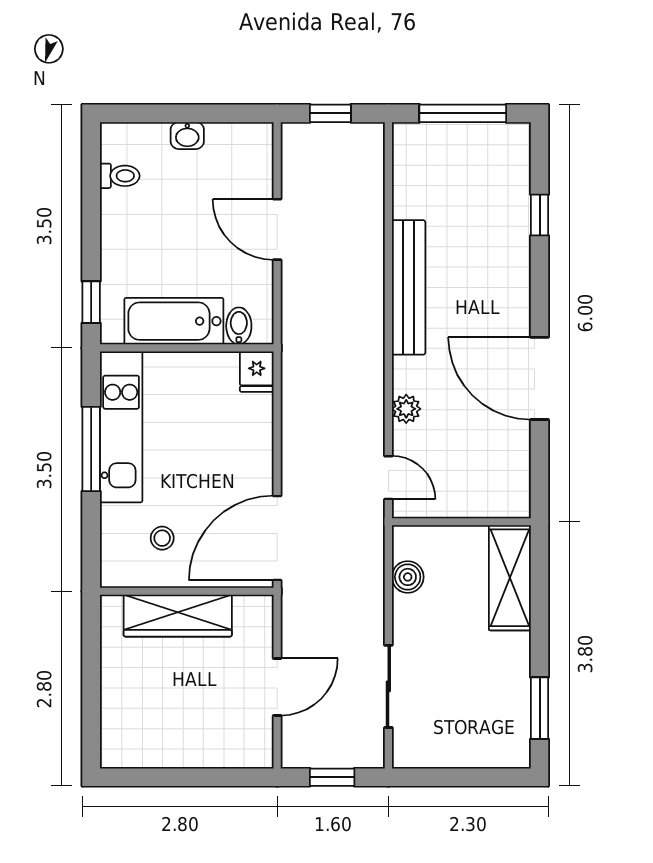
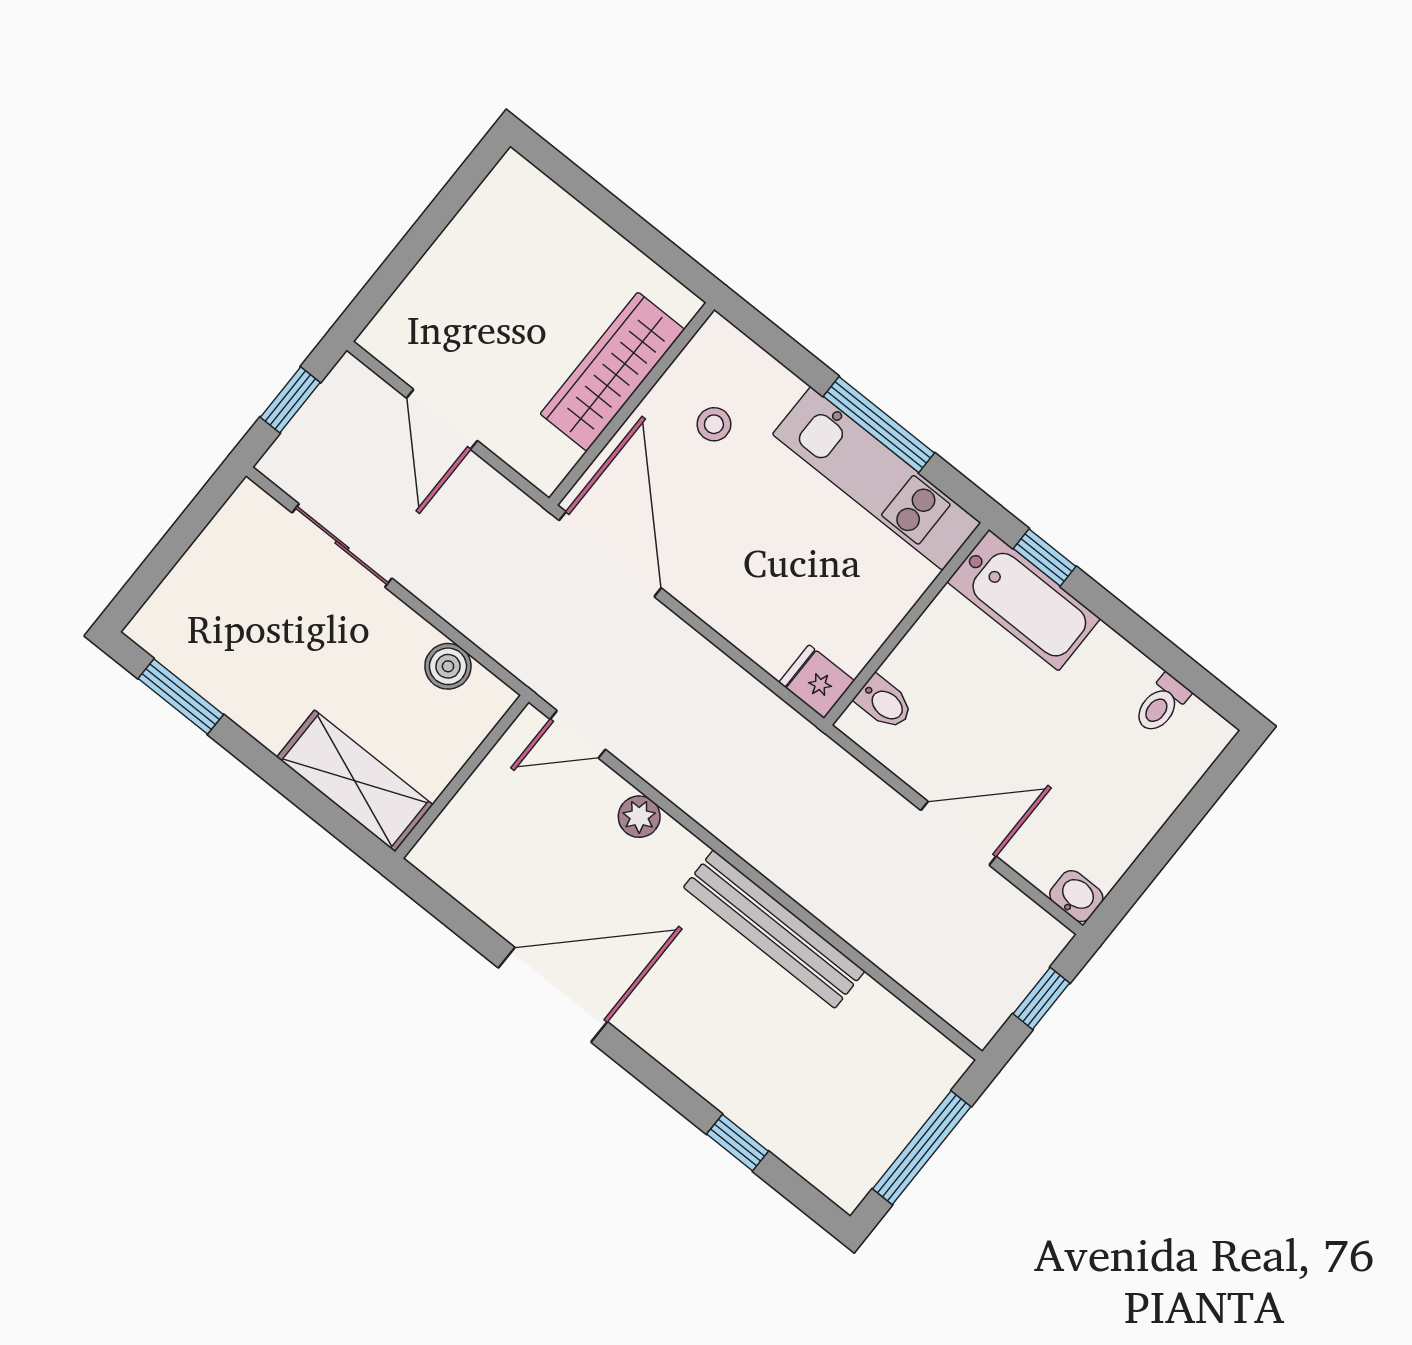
washbasin: (187, 136) -> (1076, 896), moved, turned 90
bathtub: (174, 321) -> (1024, 600), moved, turned 90

